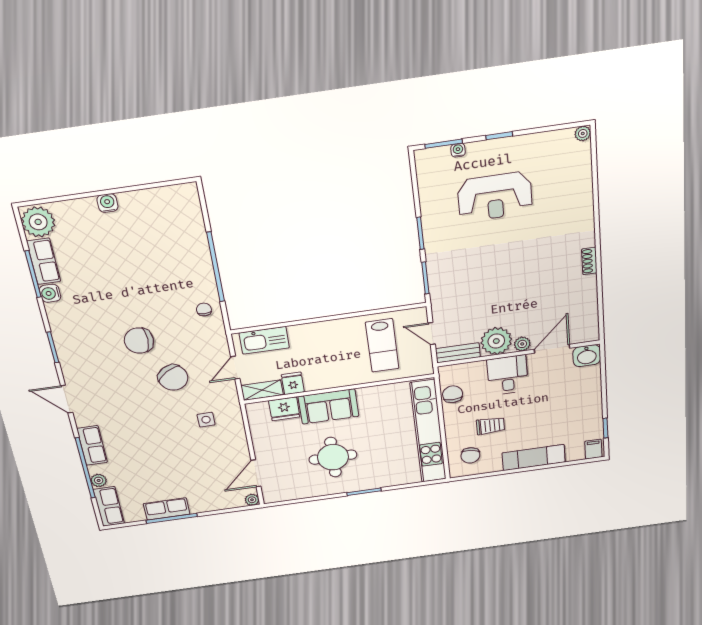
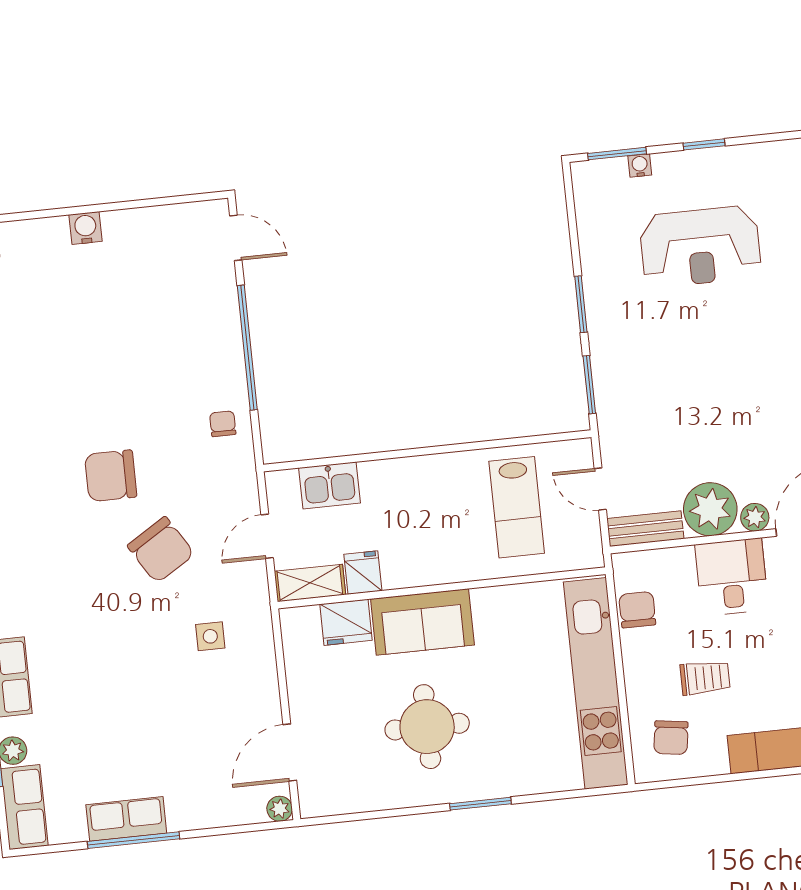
door: (203, 205) -> (236, 238), added
kitchen sink: (264, 340) -> (330, 485), width x0.73

